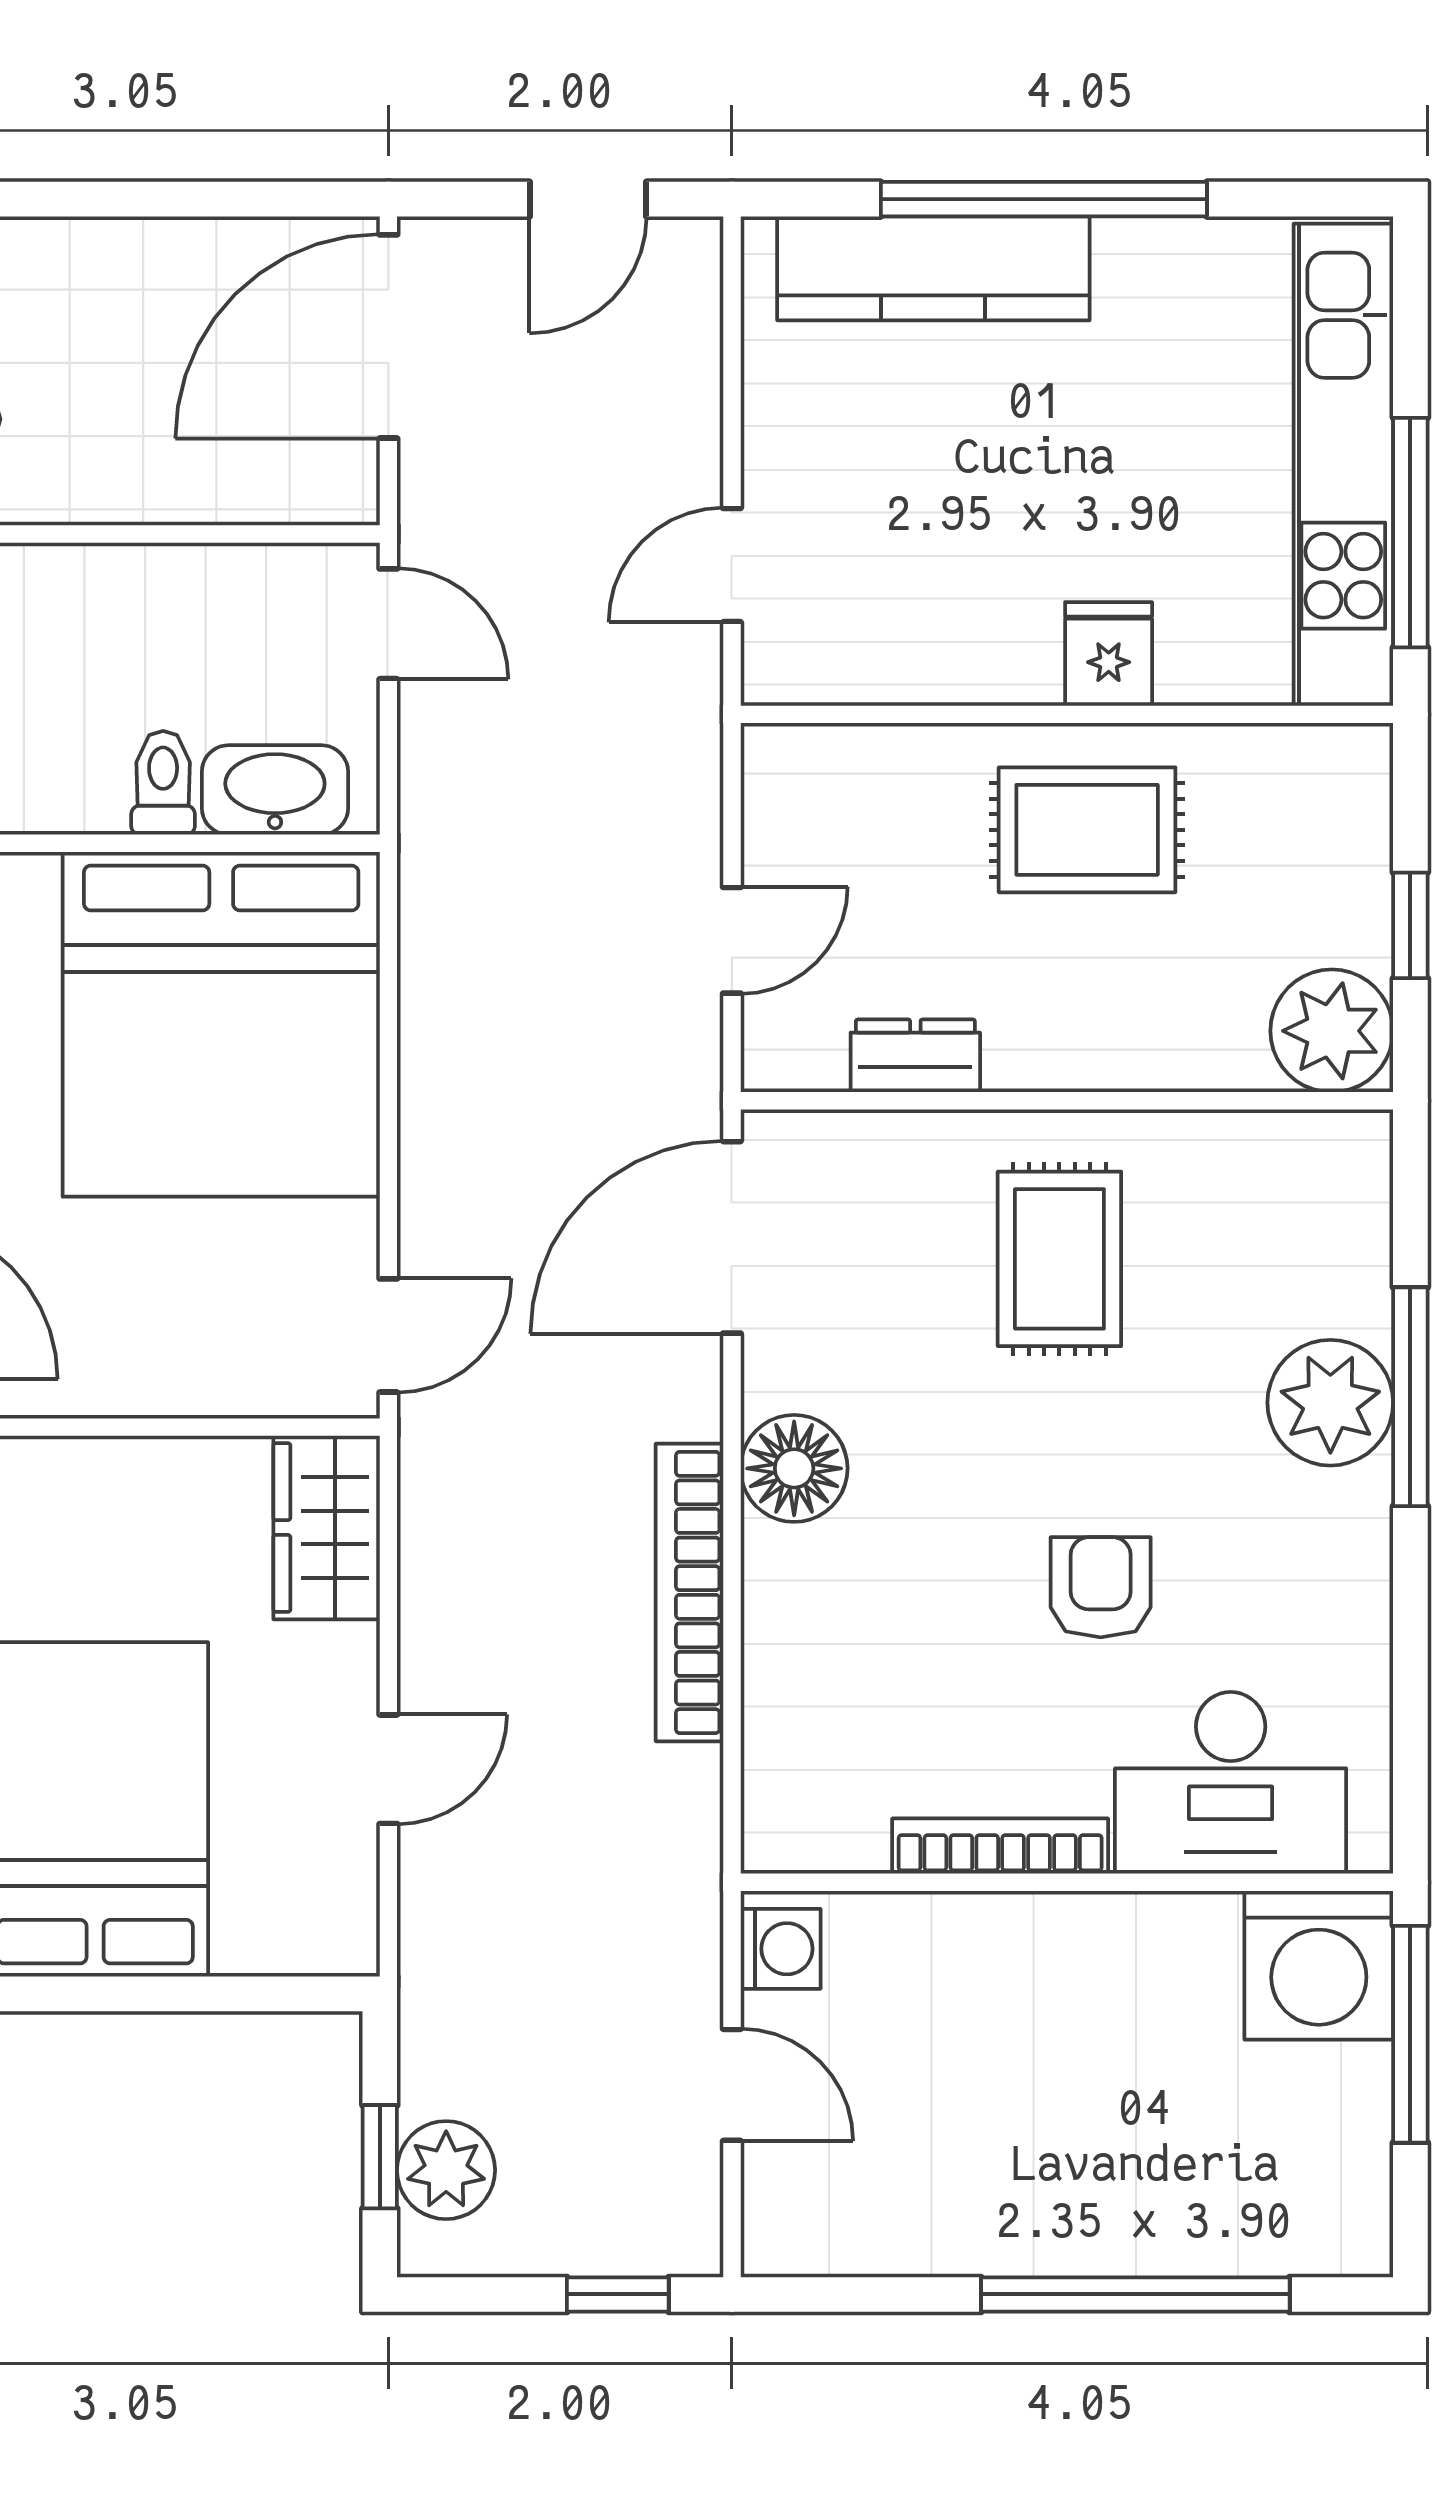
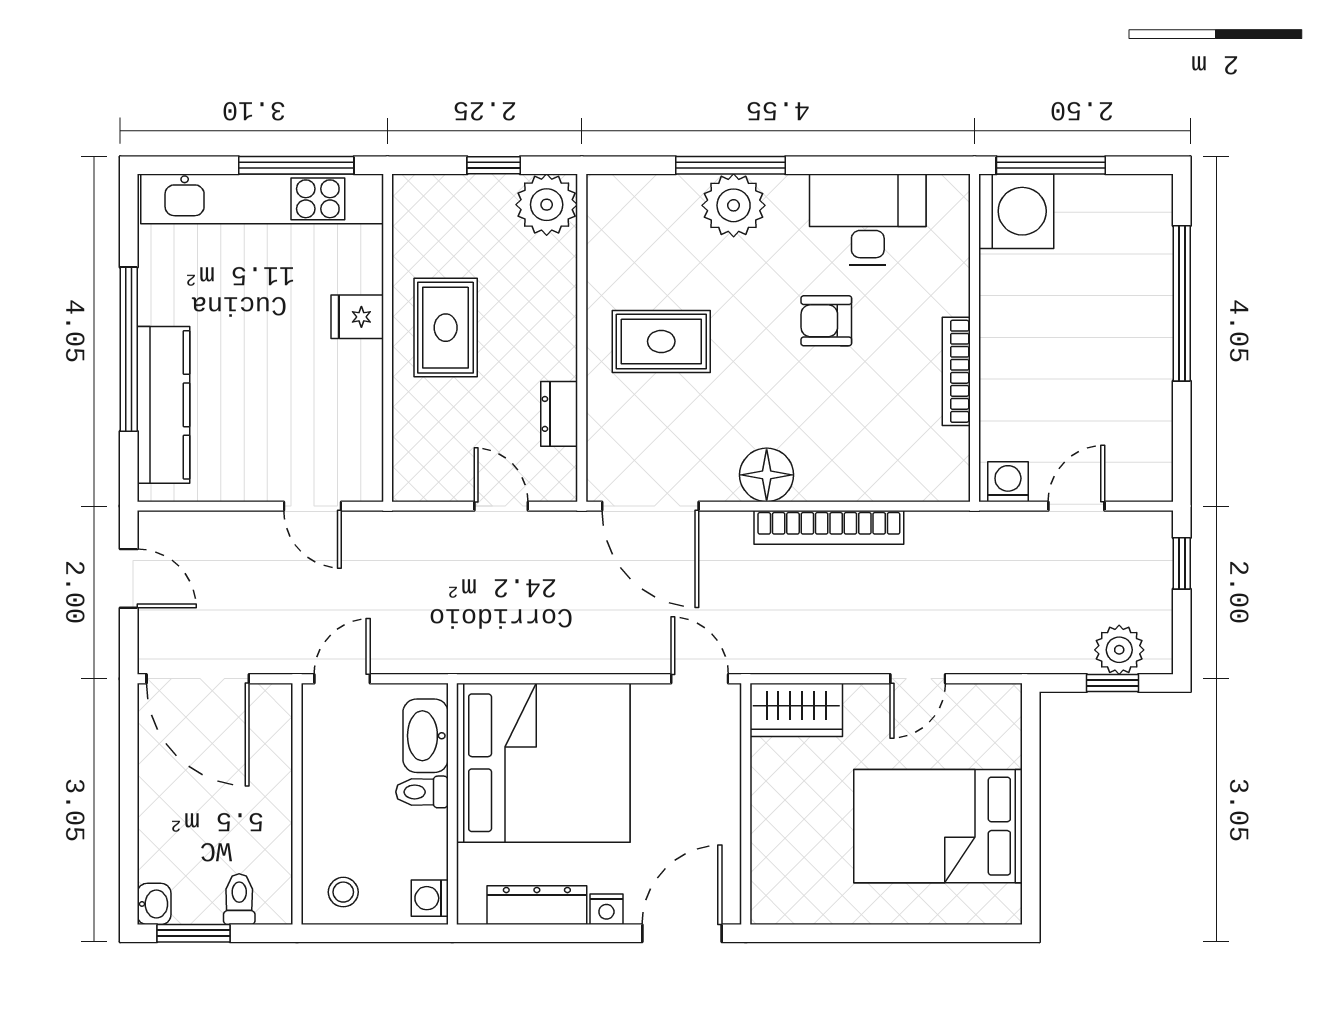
door: (388, 1769) -> (918, 679), swing flipped
desk: (1231, 1783) -> (868, 219), moved, turned -90

